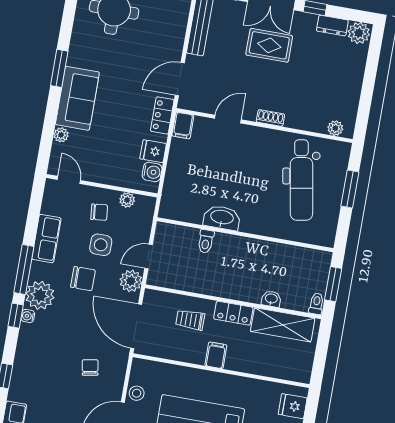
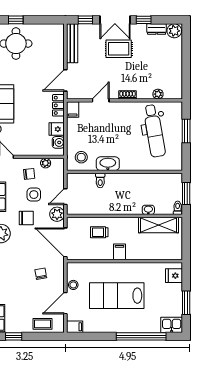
plant: (335, 128) -> (158, 94), moved
stool: (183, 201) -> (81, 157), added
locker: (233, 313) -> (126, 223), removed

